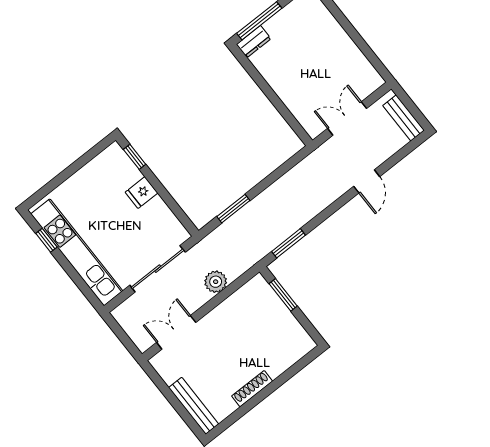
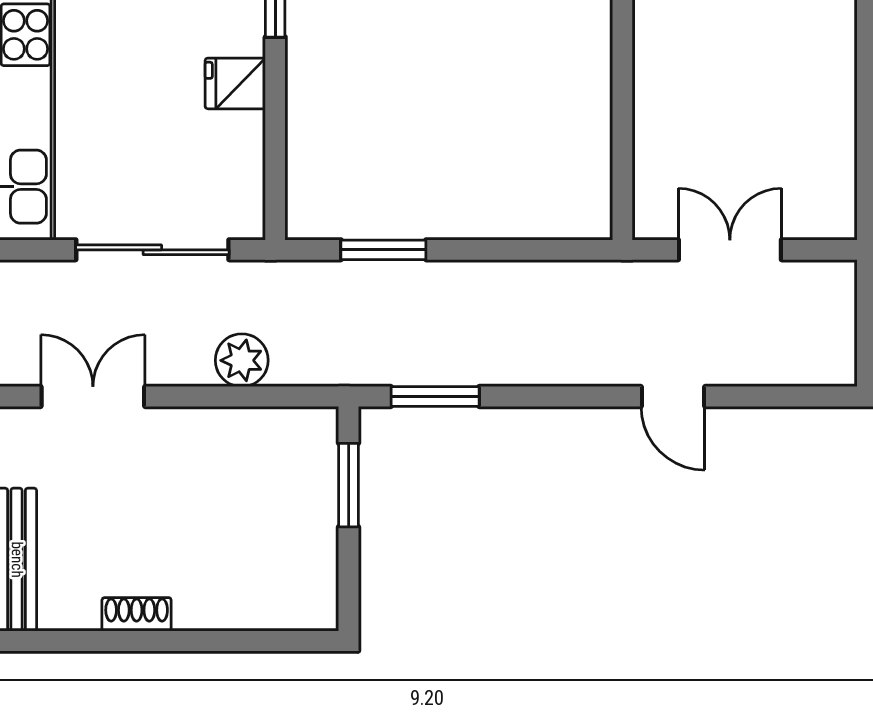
bench: (404, 118) -> (836, 332), removed
door: (367, 181) -> (673, 397), hinge flipped
shoe rack: (252, 389) -> (137, 614), width x0.70

